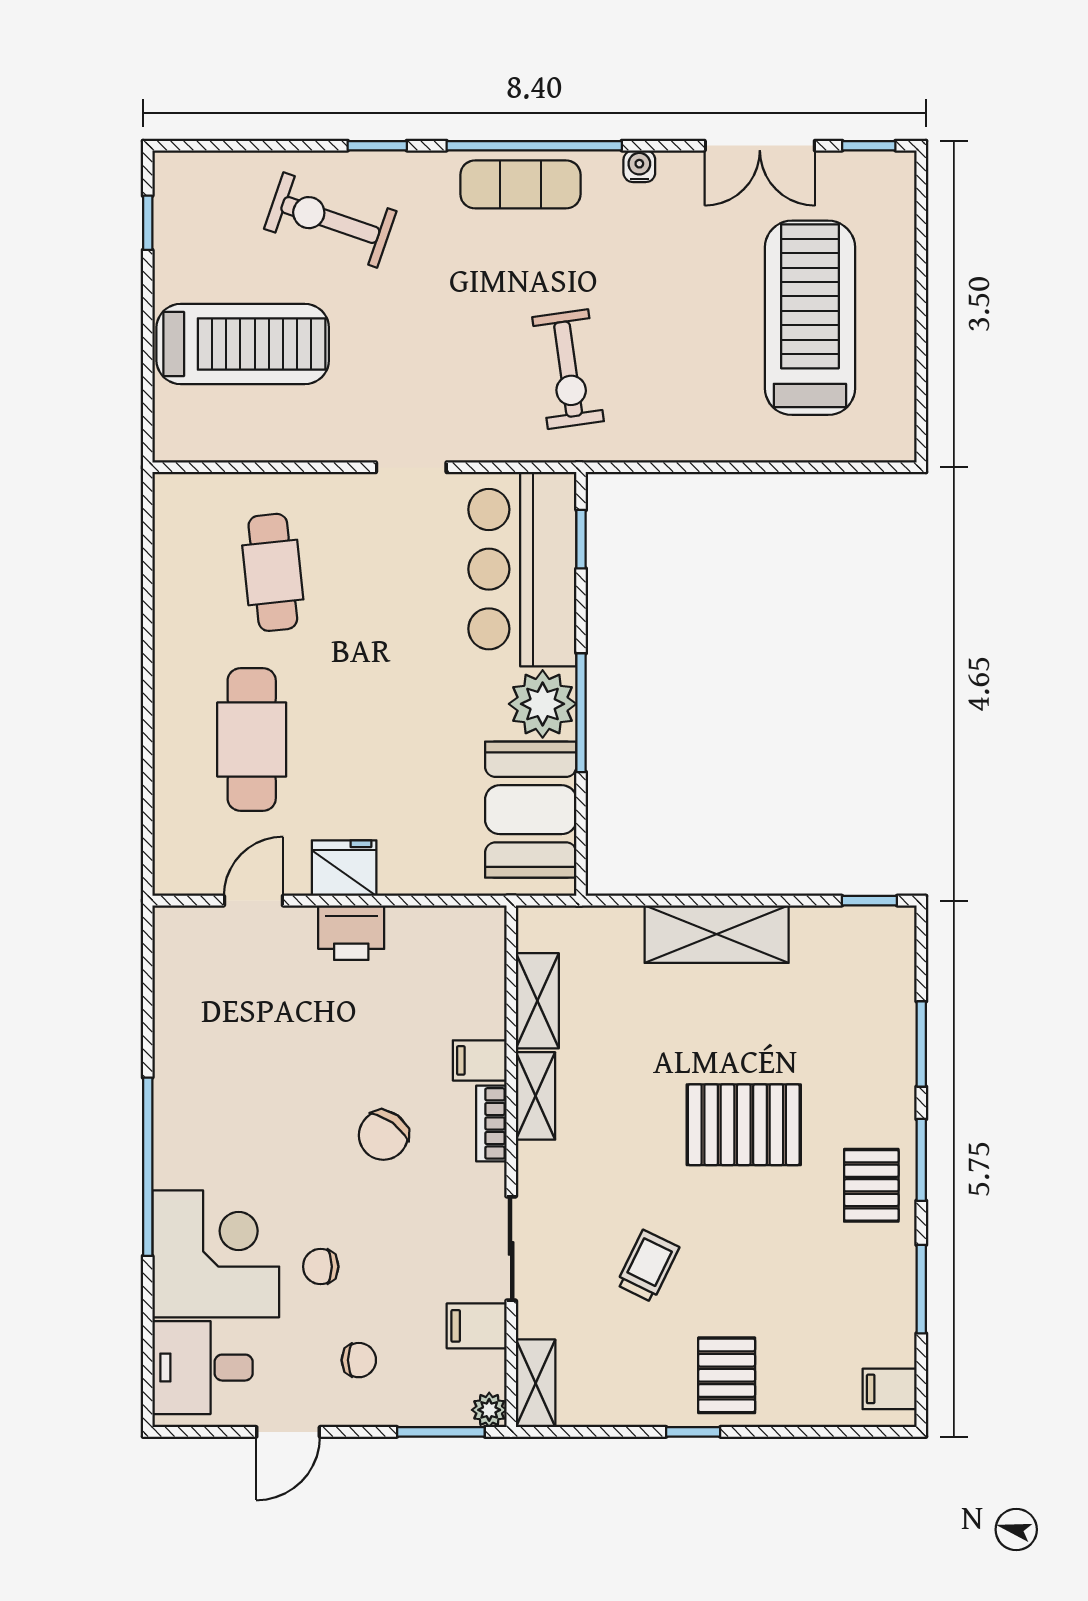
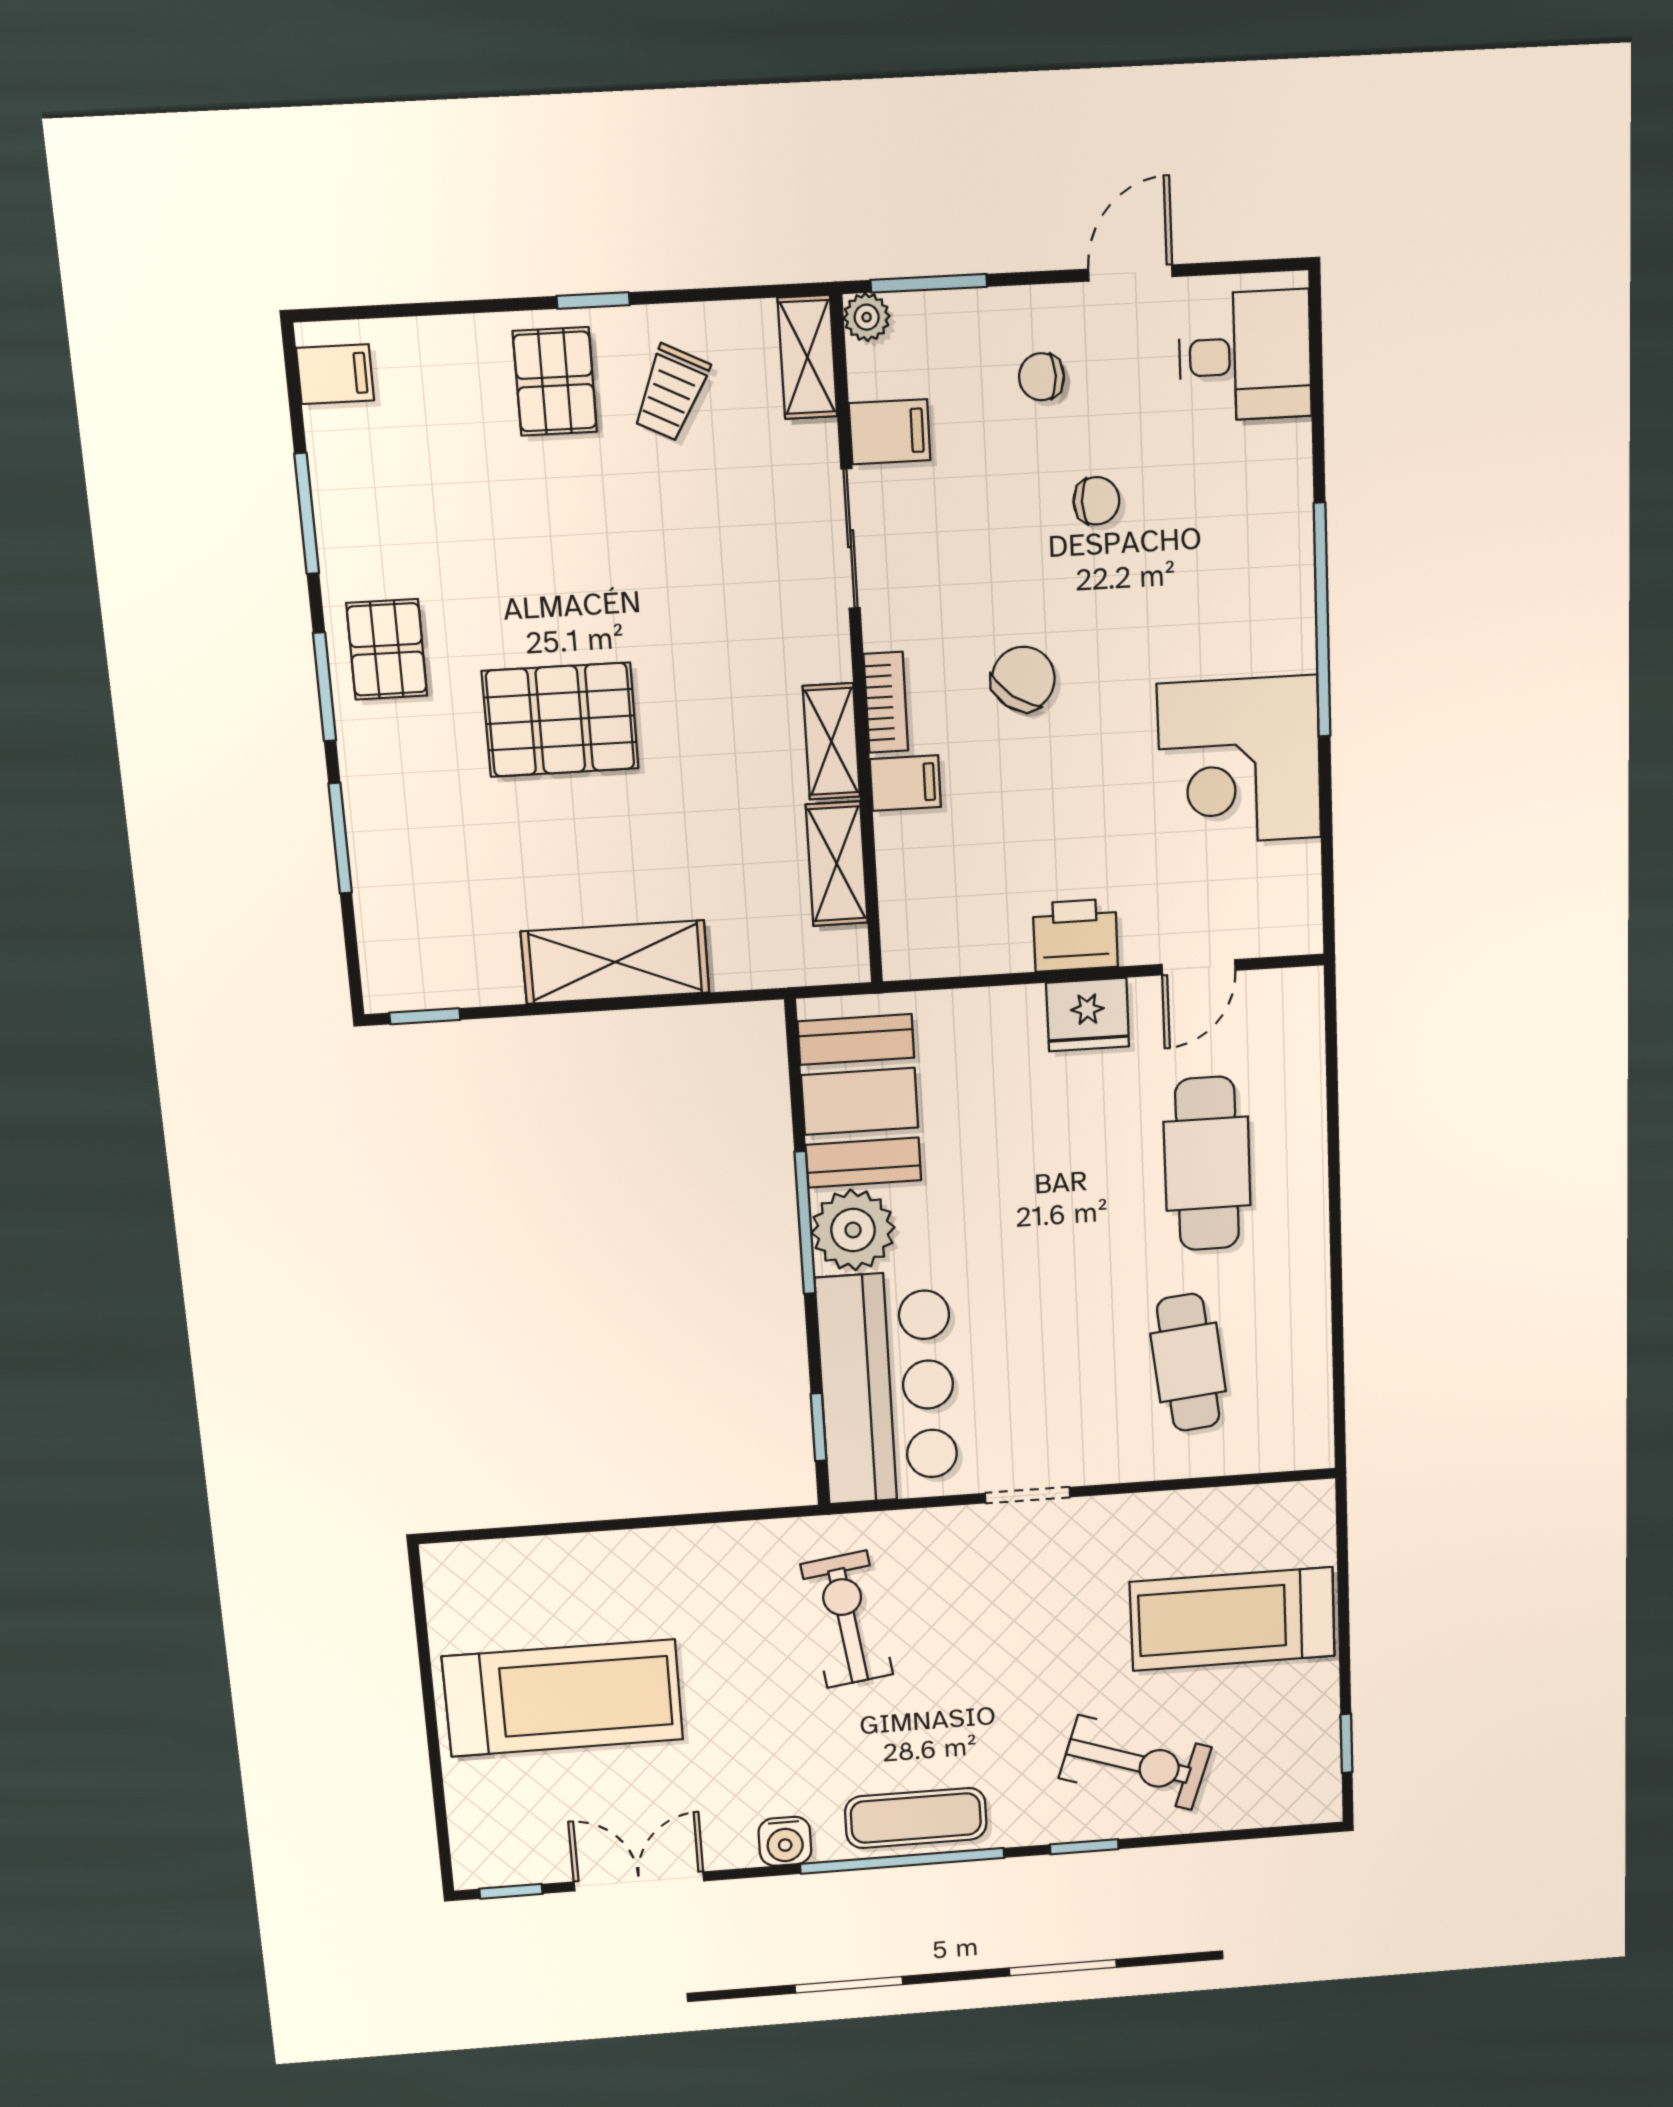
water cooler: (639, 166) -> (785, 1841), width x1.38, depth x1.38
treadmill: (810, 318) -> (563, 1698), turned -90
corner desk: (216, 1254) -> (1239, 761), moved
trolley: (648, 1266) -> (671, 393), moved

